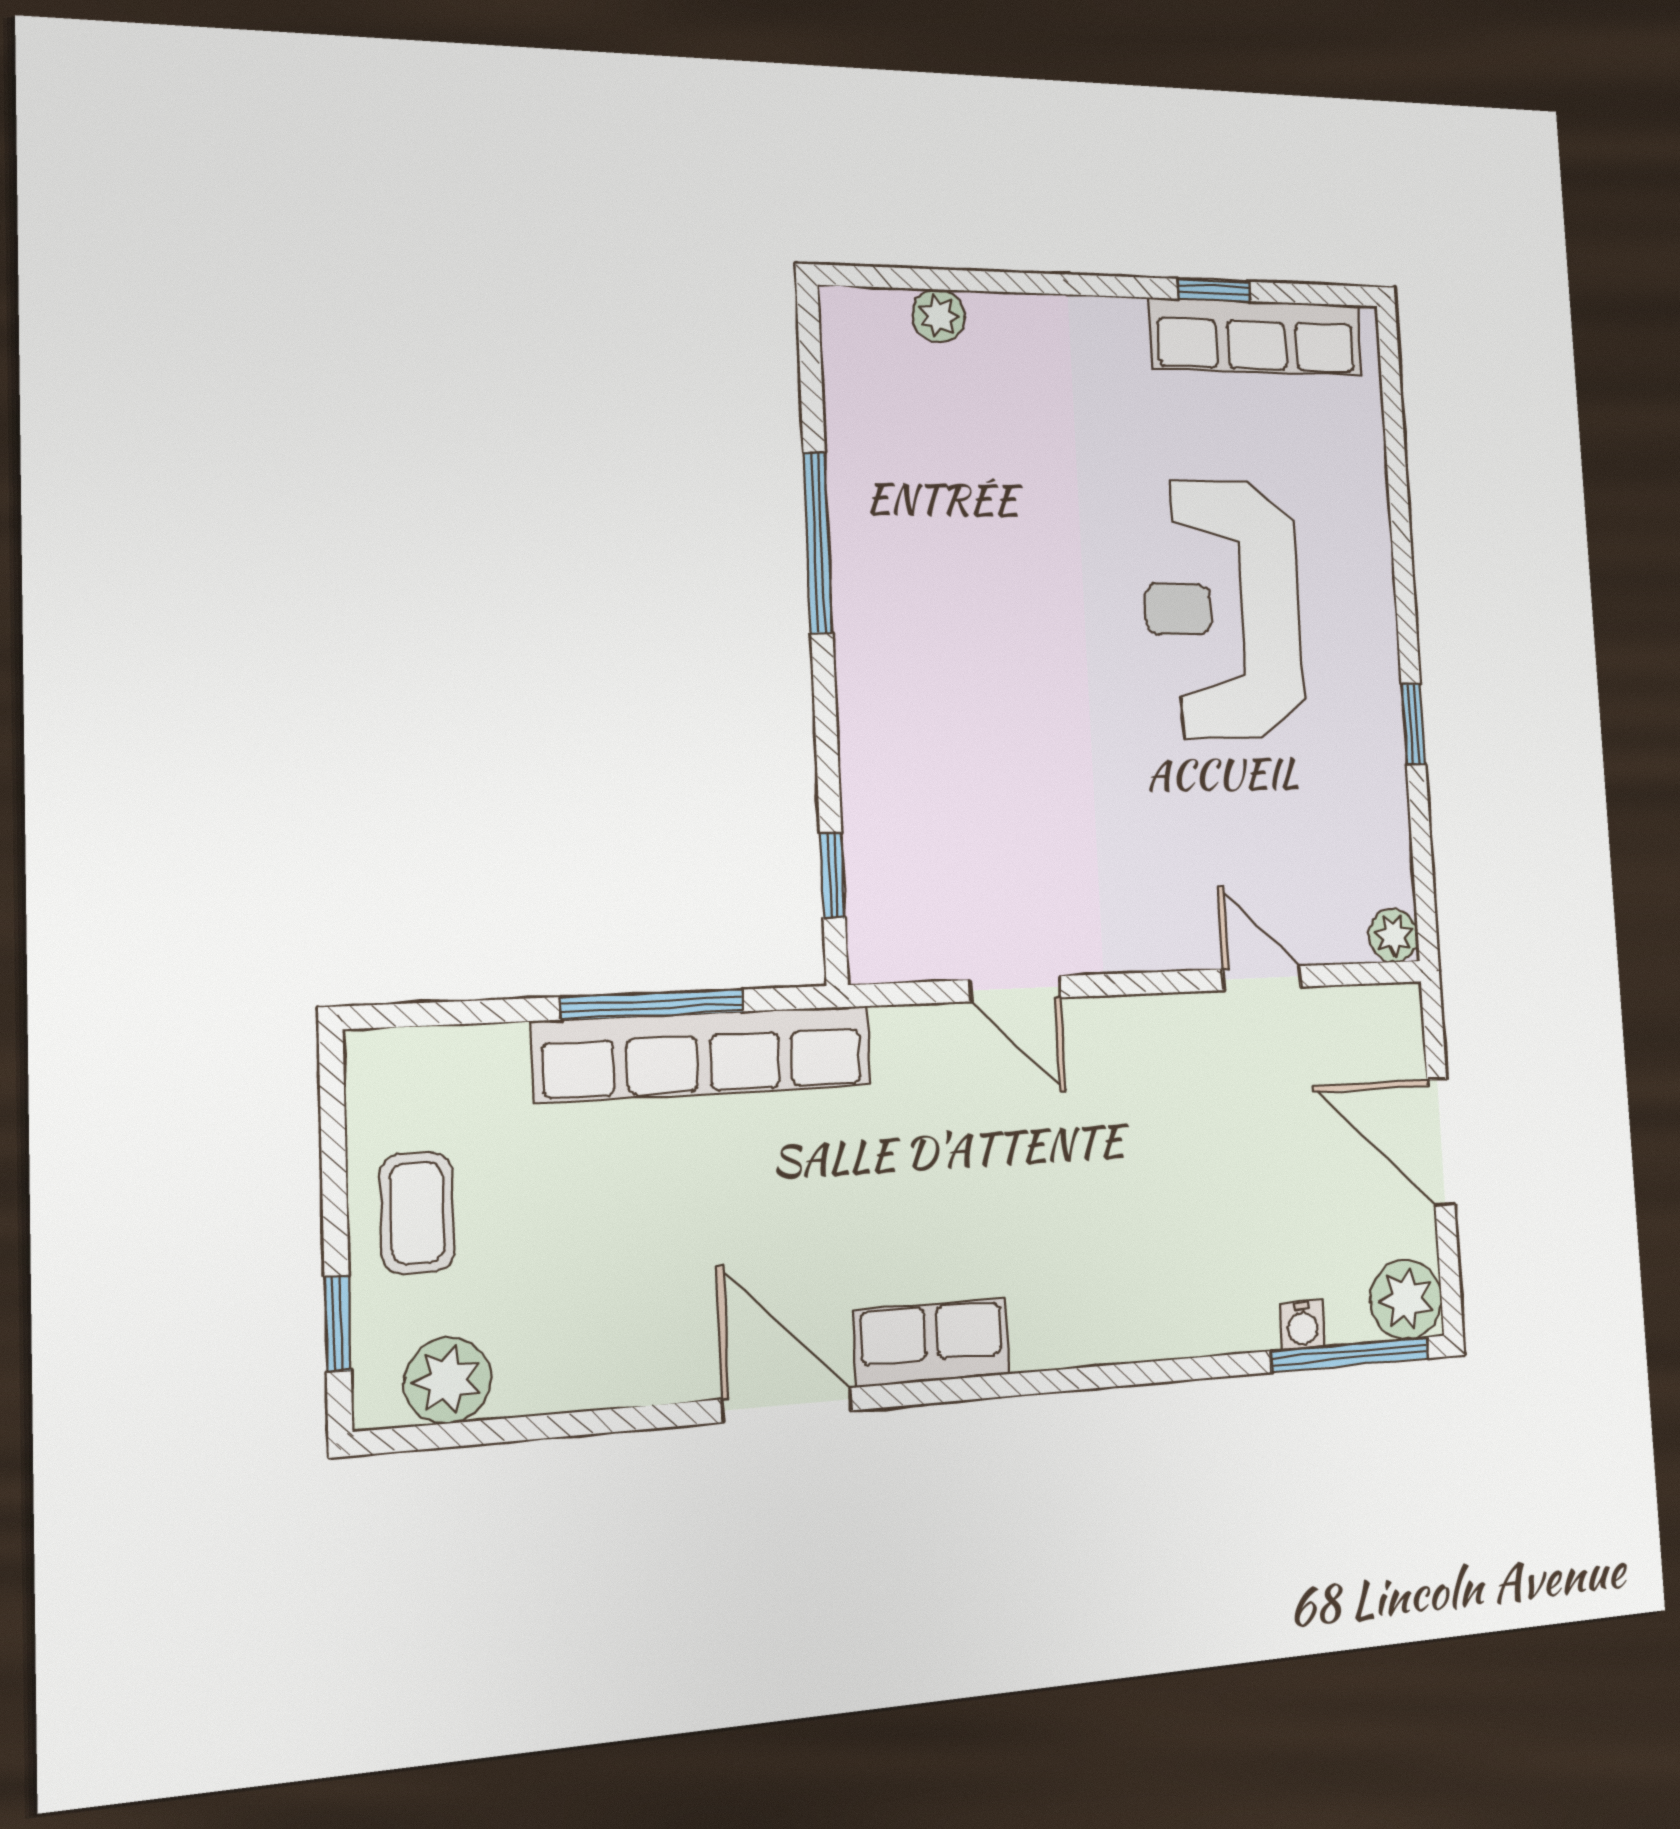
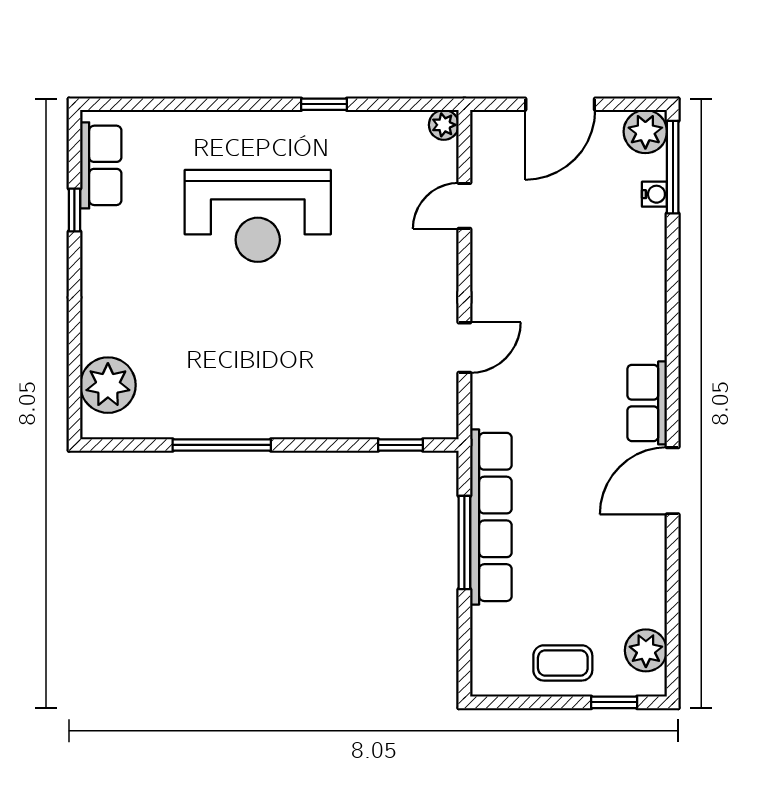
plant: (939, 316) -> (108, 385), width x1.88, depth x1.88
row of seats: (1256, 337) -> (101, 165), width x0.68

